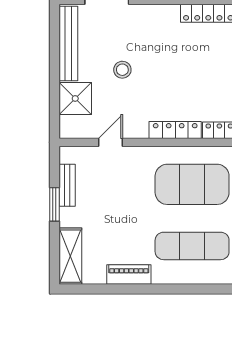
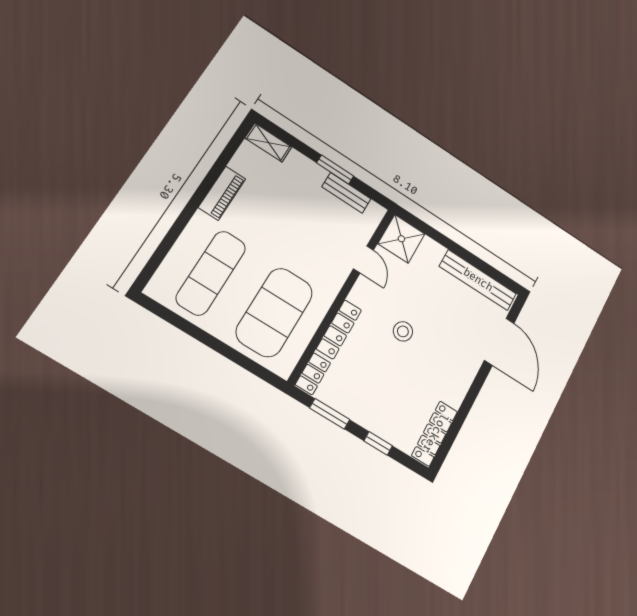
stool: (122, 70) -> (403, 331), moved
shower: (75, 98) -> (401, 239), moved
shelving: (70, 256) -> (268, 143), width x0.67, depth x0.75

